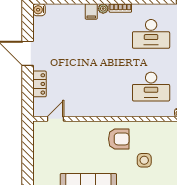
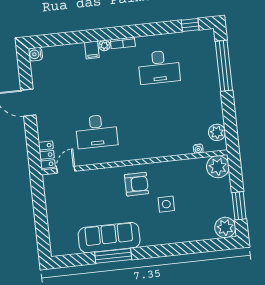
locker: (40, 84) -> (47, 155), moved
desk: (151, 87) -> (96, 131), moved

